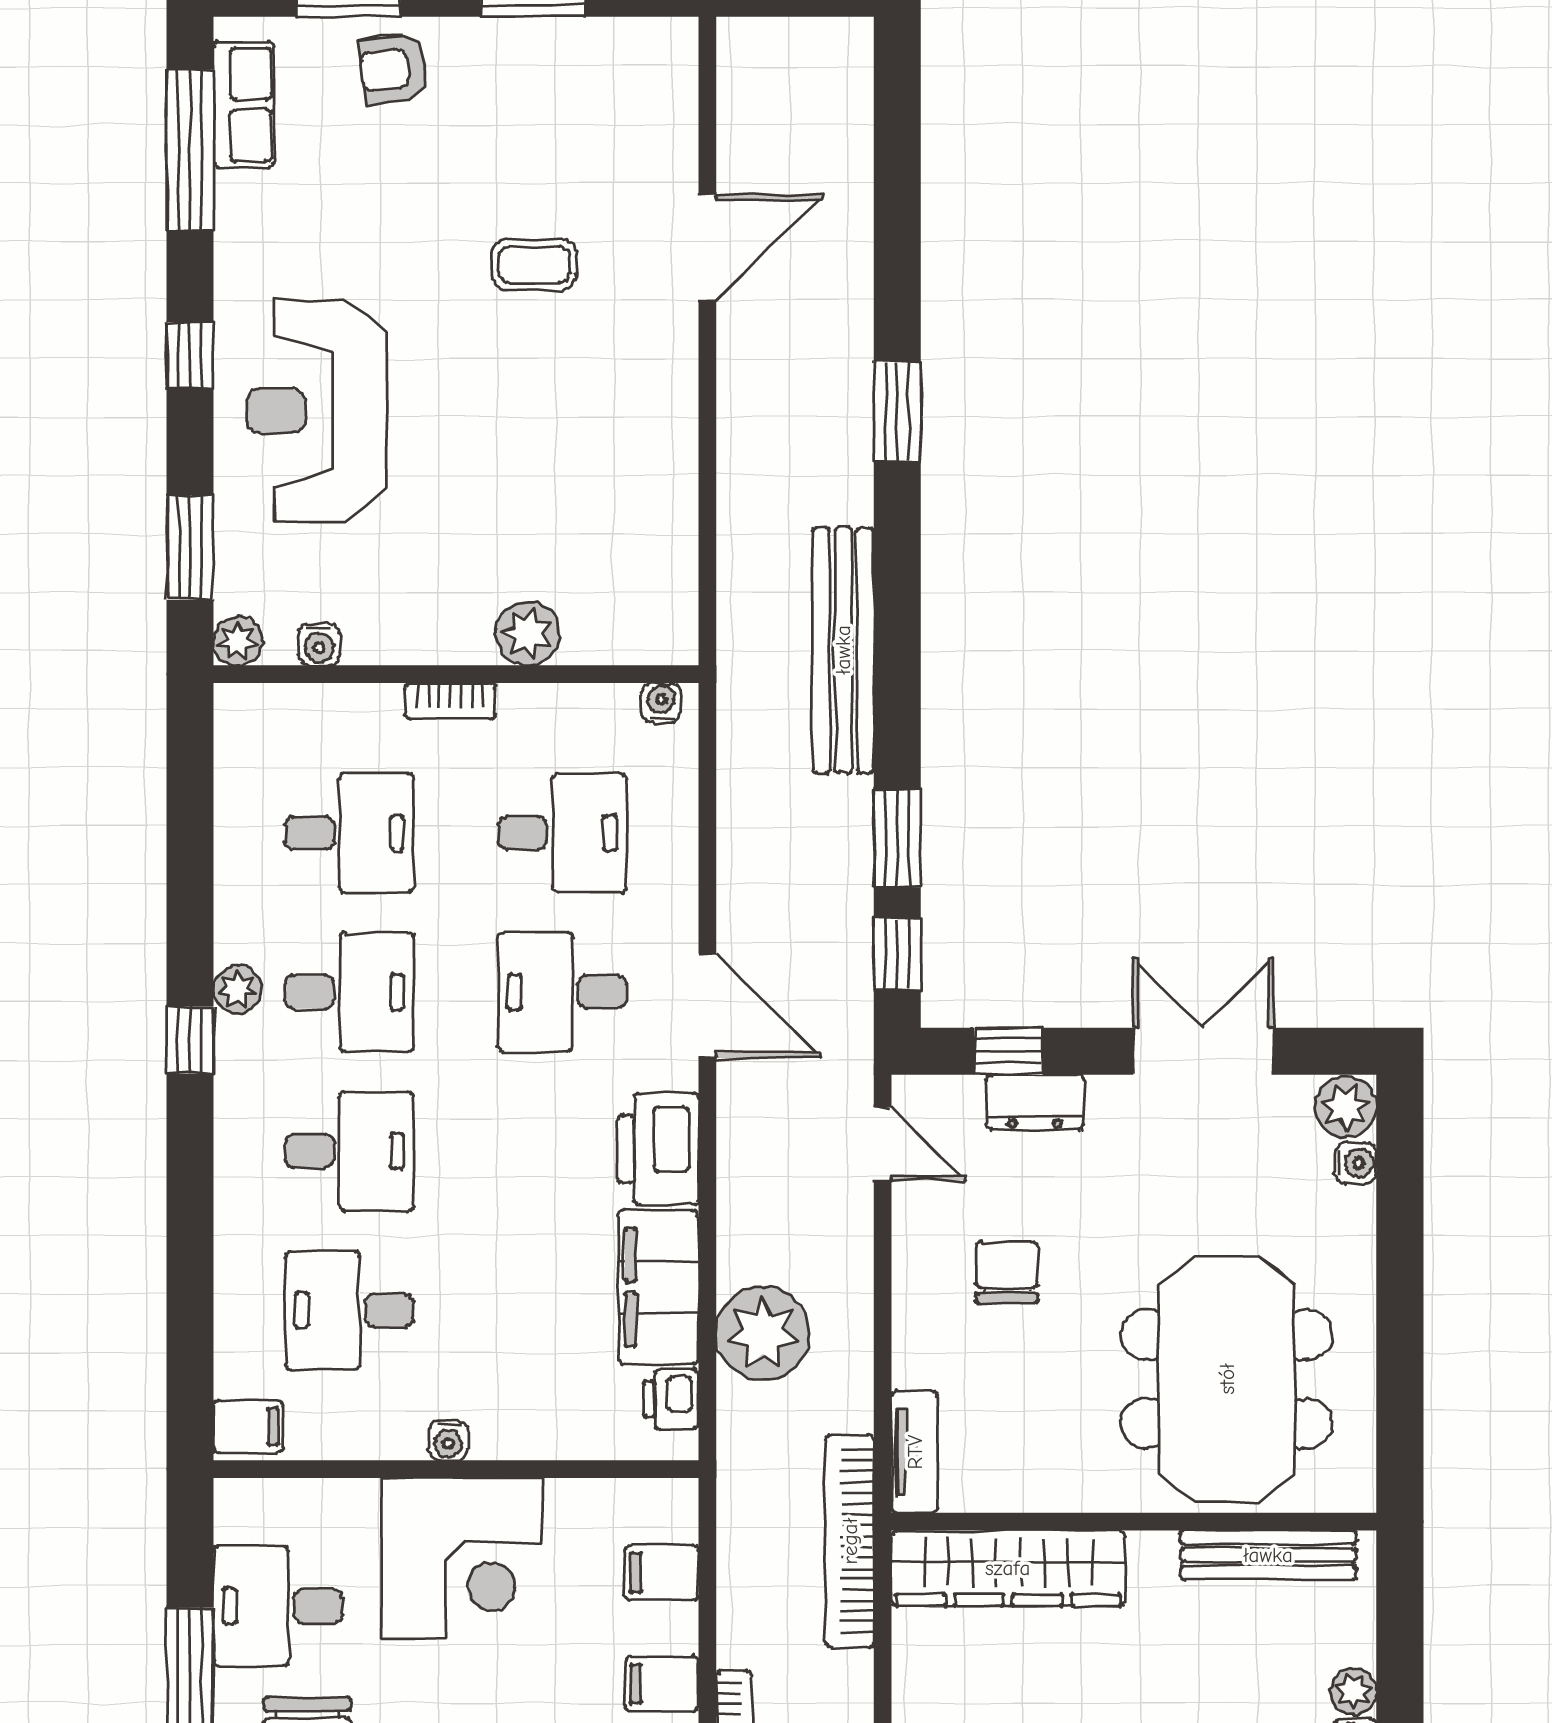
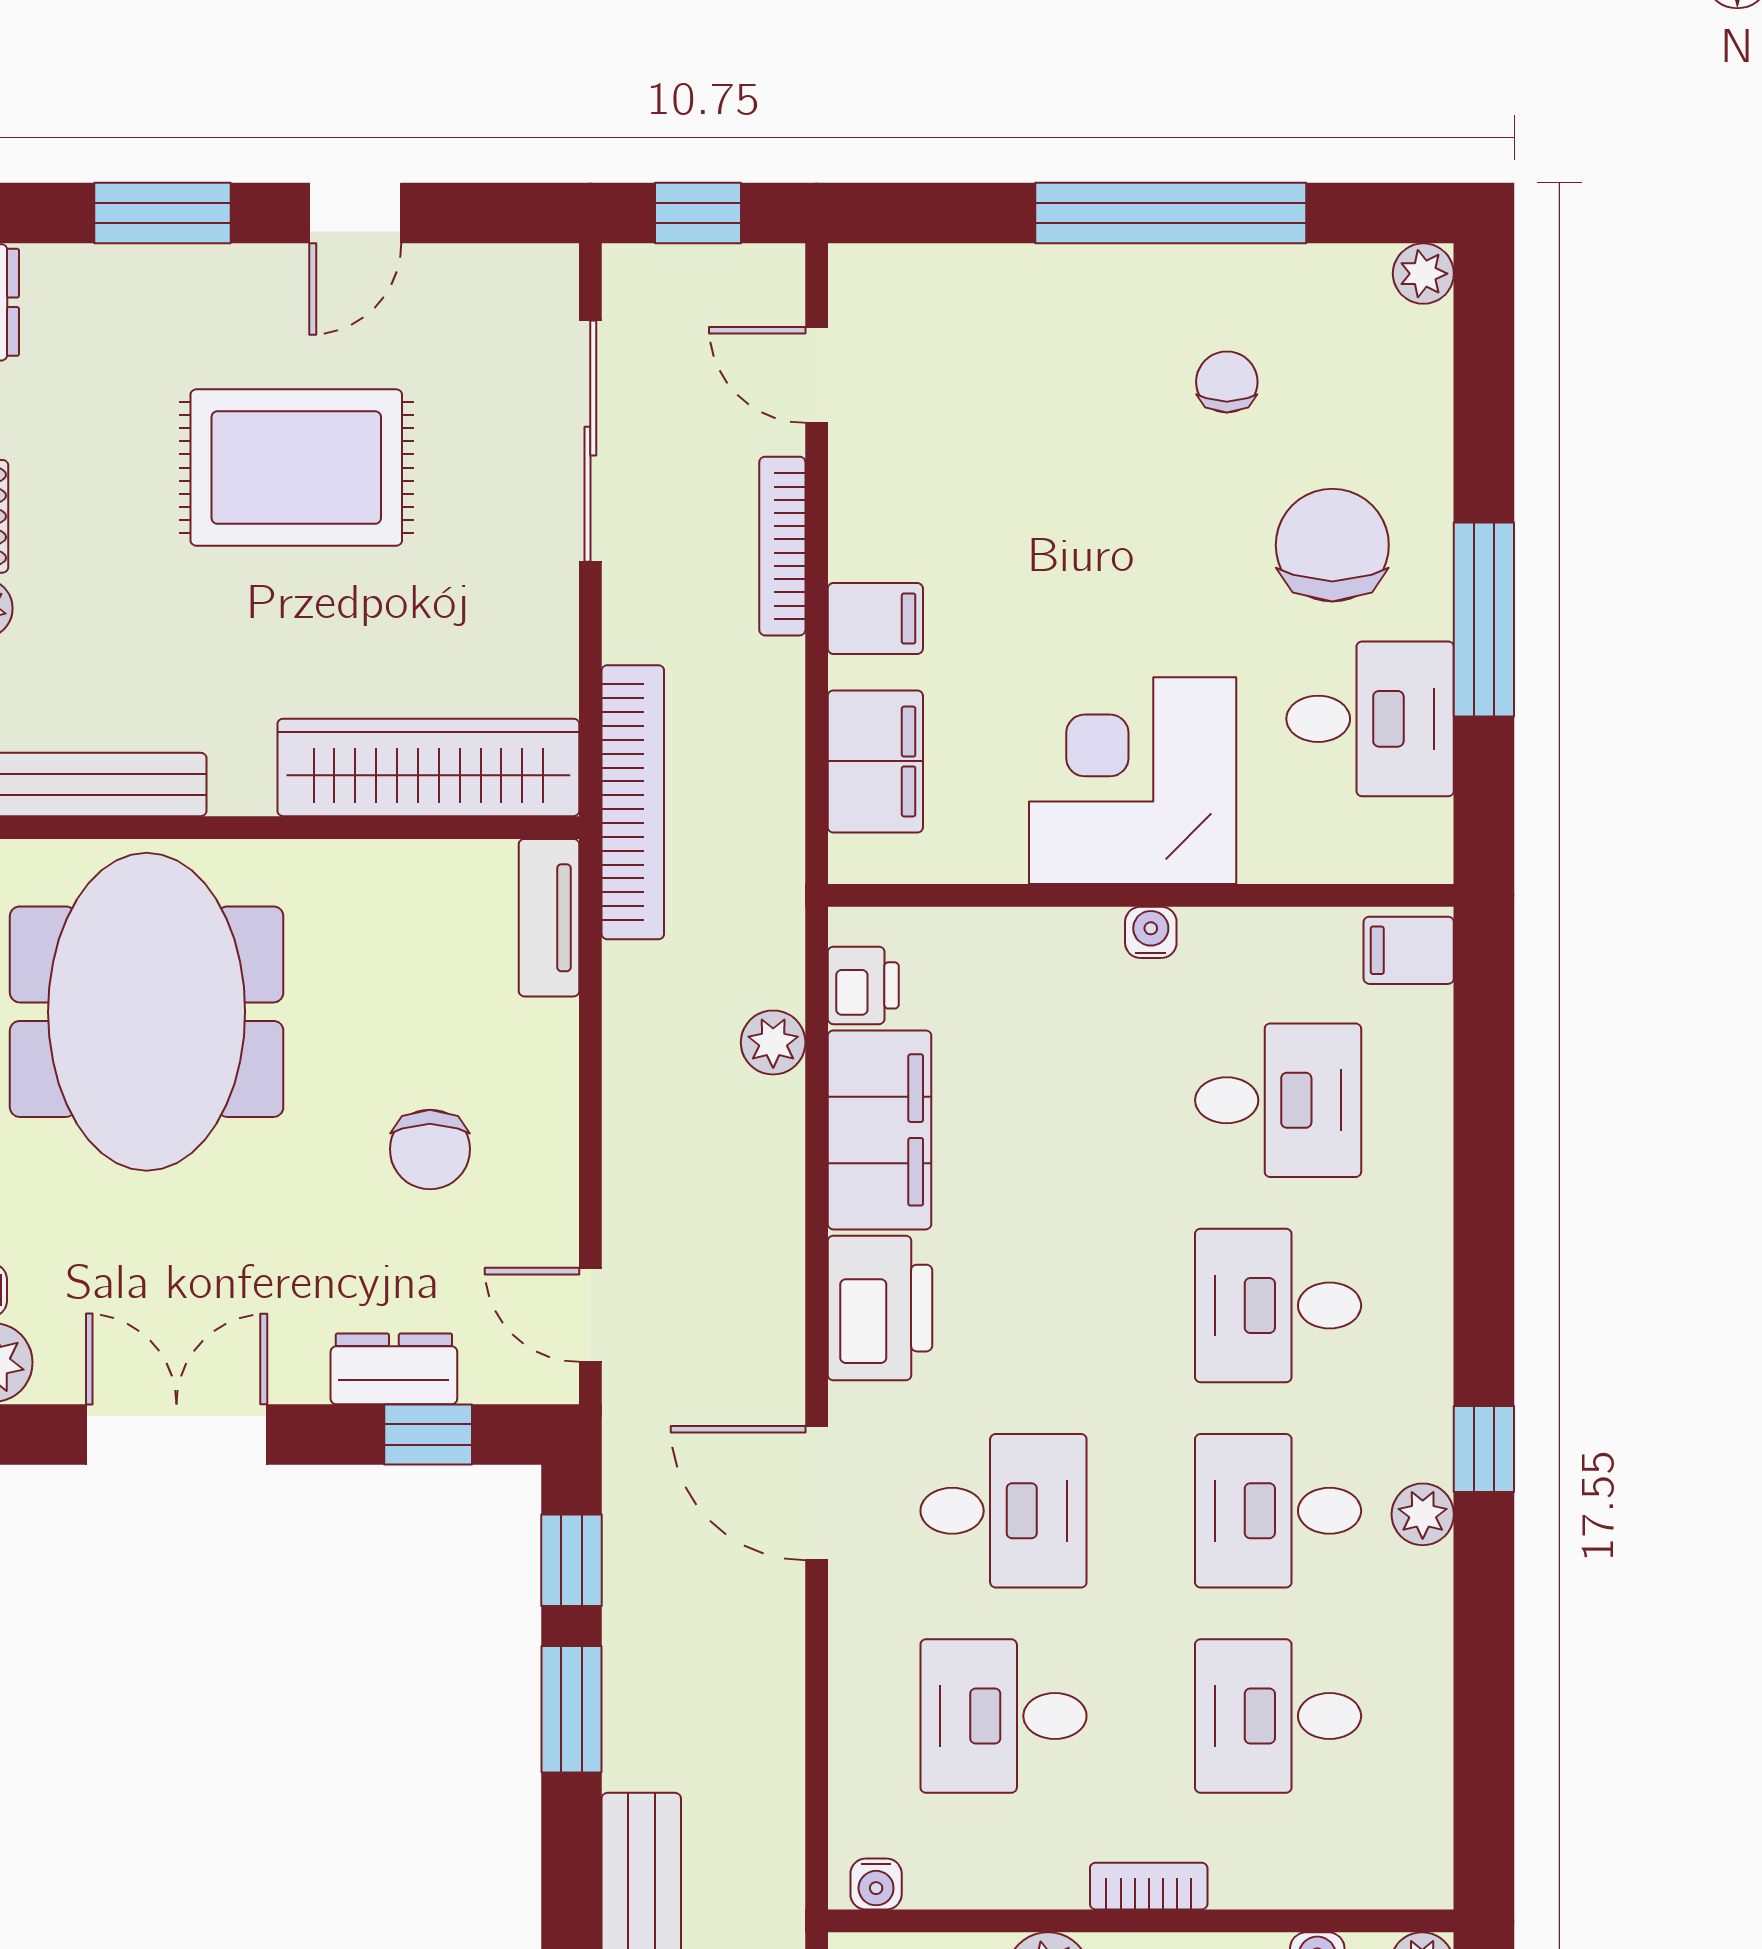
double door: (1203, 1051) -> (177, 1435), swing flipped
plant: (763, 1333) -> (773, 1042), width x0.53, depth x0.53
filing cabinet: (662, 1573) -> (875, 761), width x2.00

